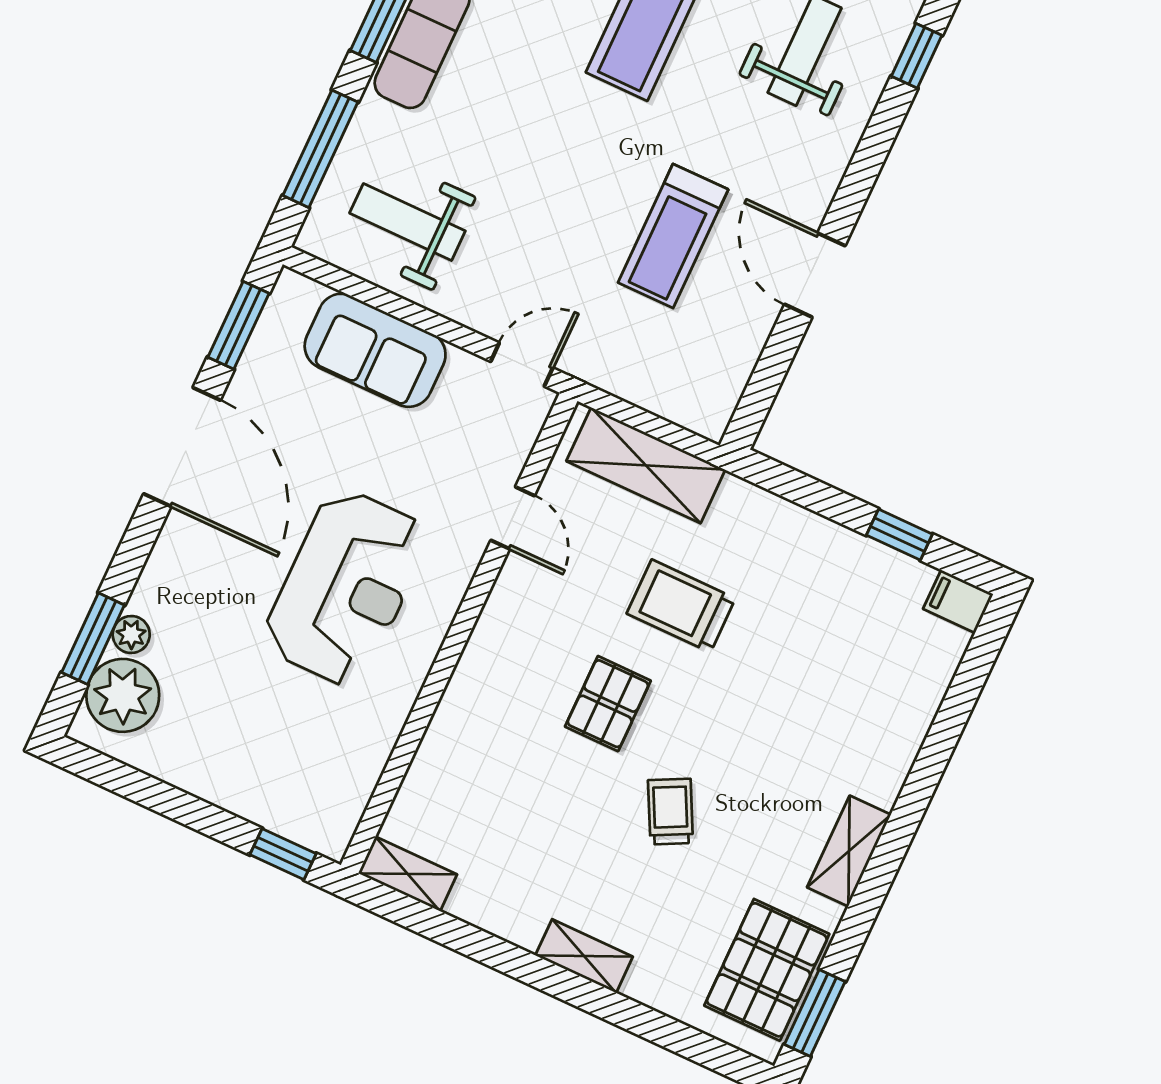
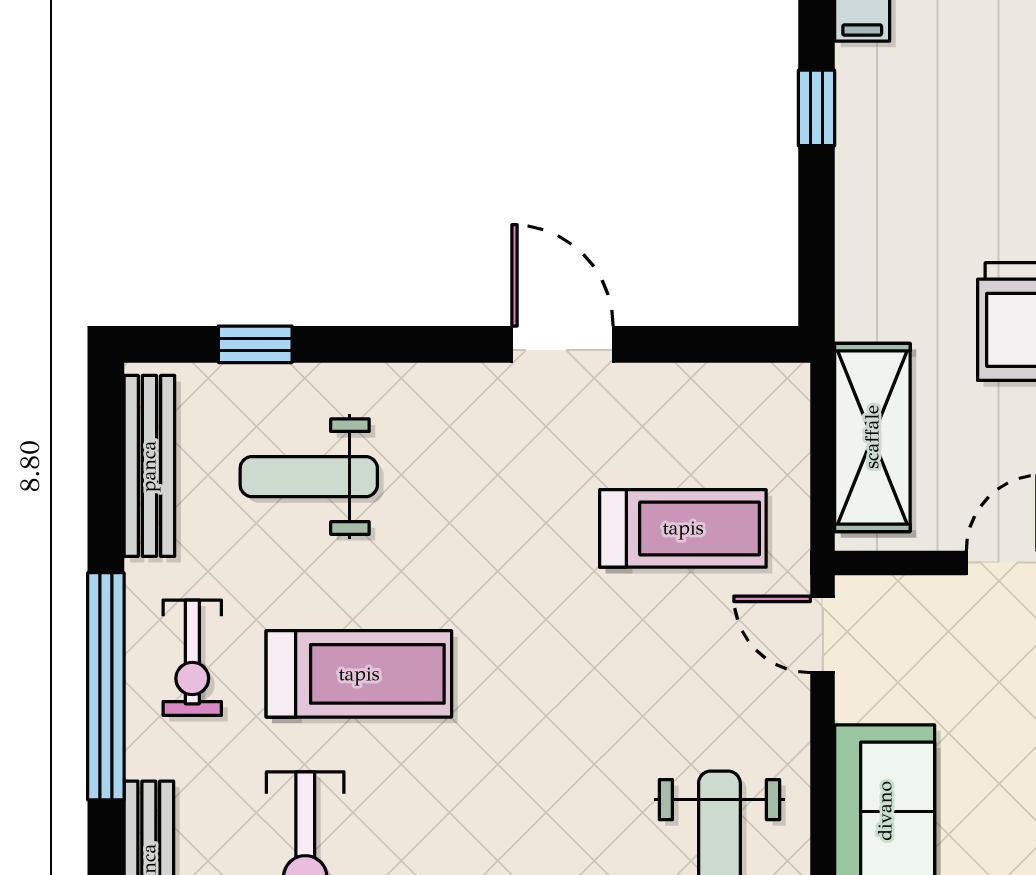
treadmill: (673, 236) -> (683, 528), moved
door: (815, 275) -> (562, 344), swing flipped

